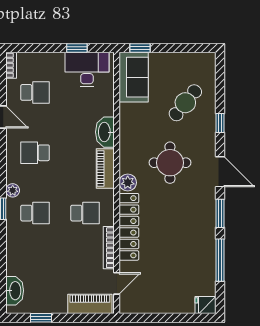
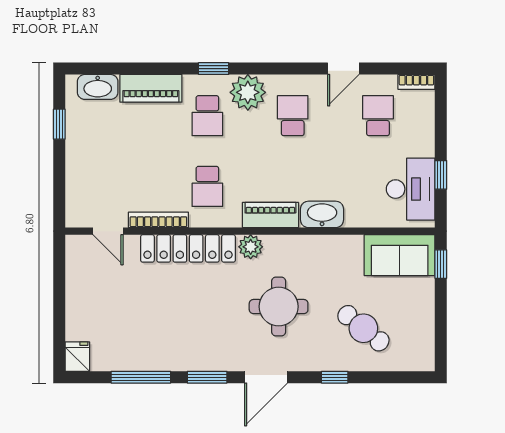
school desk: (35, 92) -> (378, 116), turned 180
plant: (13, 190) -> (248, 92), width x1.88, depth x1.88
piano: (90, 304) -> (151, 88), moved, turned 90

